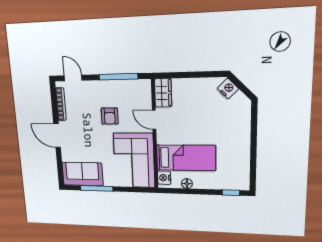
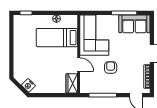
nightstand: (164, 178) -> (73, 23), removed

